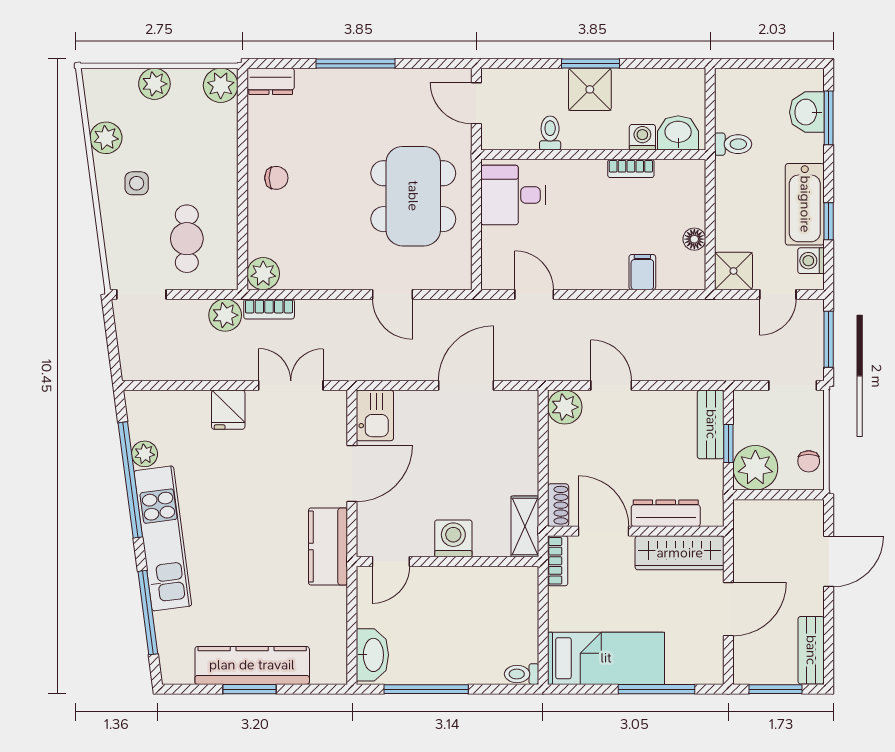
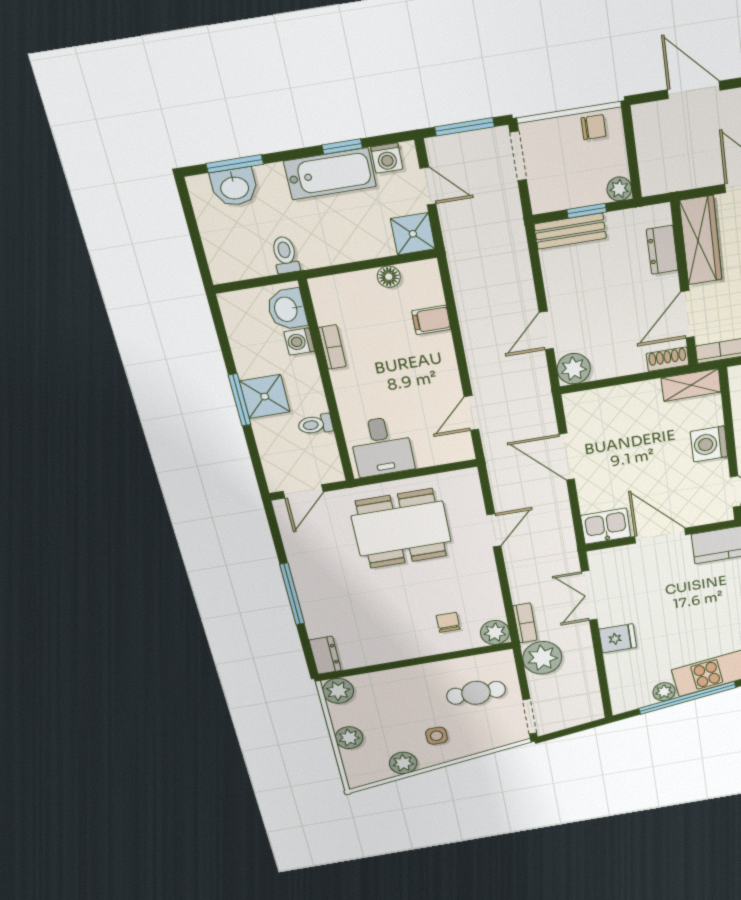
chair: (276, 178) -> (448, 622), moved
plant: (225, 315) -> (542, 658), width x1.36, depth x1.36
plant: (755, 468) -> (619, 189), width x0.53, depth x0.53
dresser: (666, 513) -> (662, 250), width x0.70

